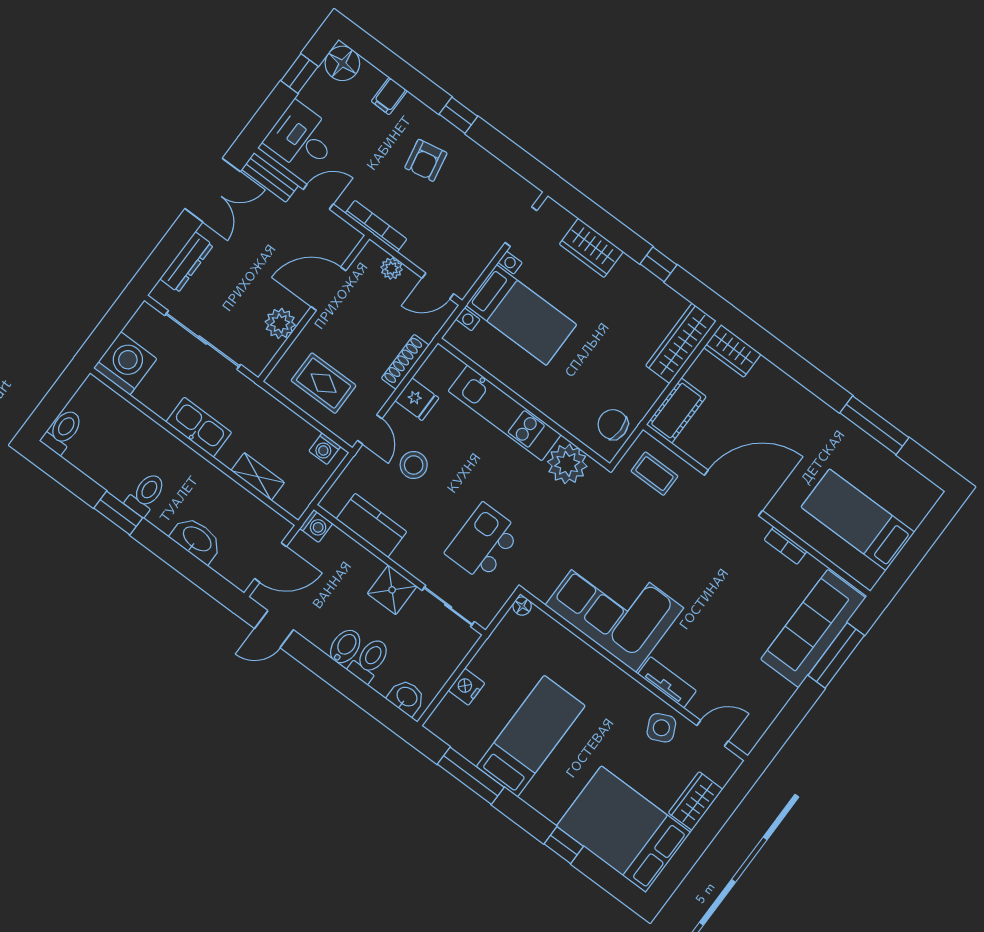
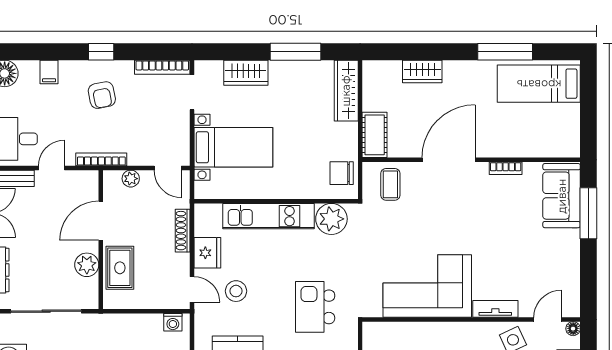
bookcase: (510, 178) -> (162, 67), added
window: (659, 264) -> (296, 52), width x2.17
door: (438, 286) -> (168, 168), hinge flipped
wardrobe: (732, 351) -> (422, 71), moved
rug: (324, 383) -> (120, 268), moved, turned 90
fridge: (417, 399) -> (207, 253), width x1.38
coffee table: (654, 474) -> (390, 184), turned 90
bed: (858, 520) -> (539, 84), moved
floor lamp: (522, 606) -> (573, 329), moved
sofa: (813, 628) -> (562, 196), width x0.73

